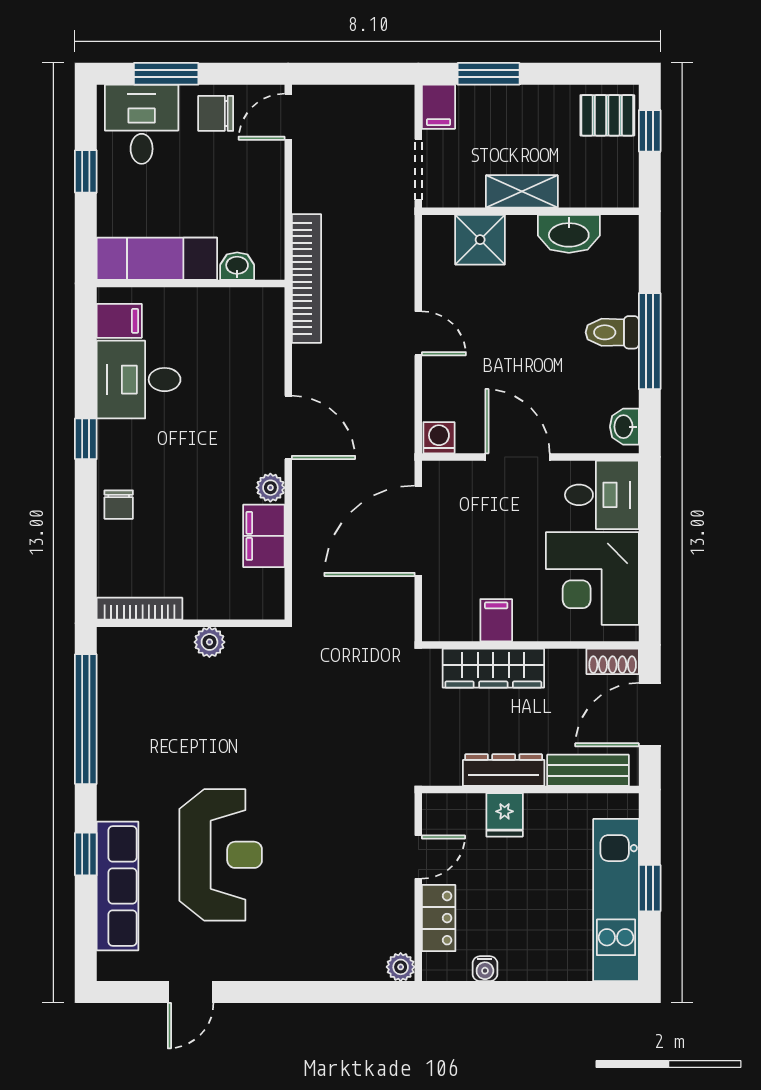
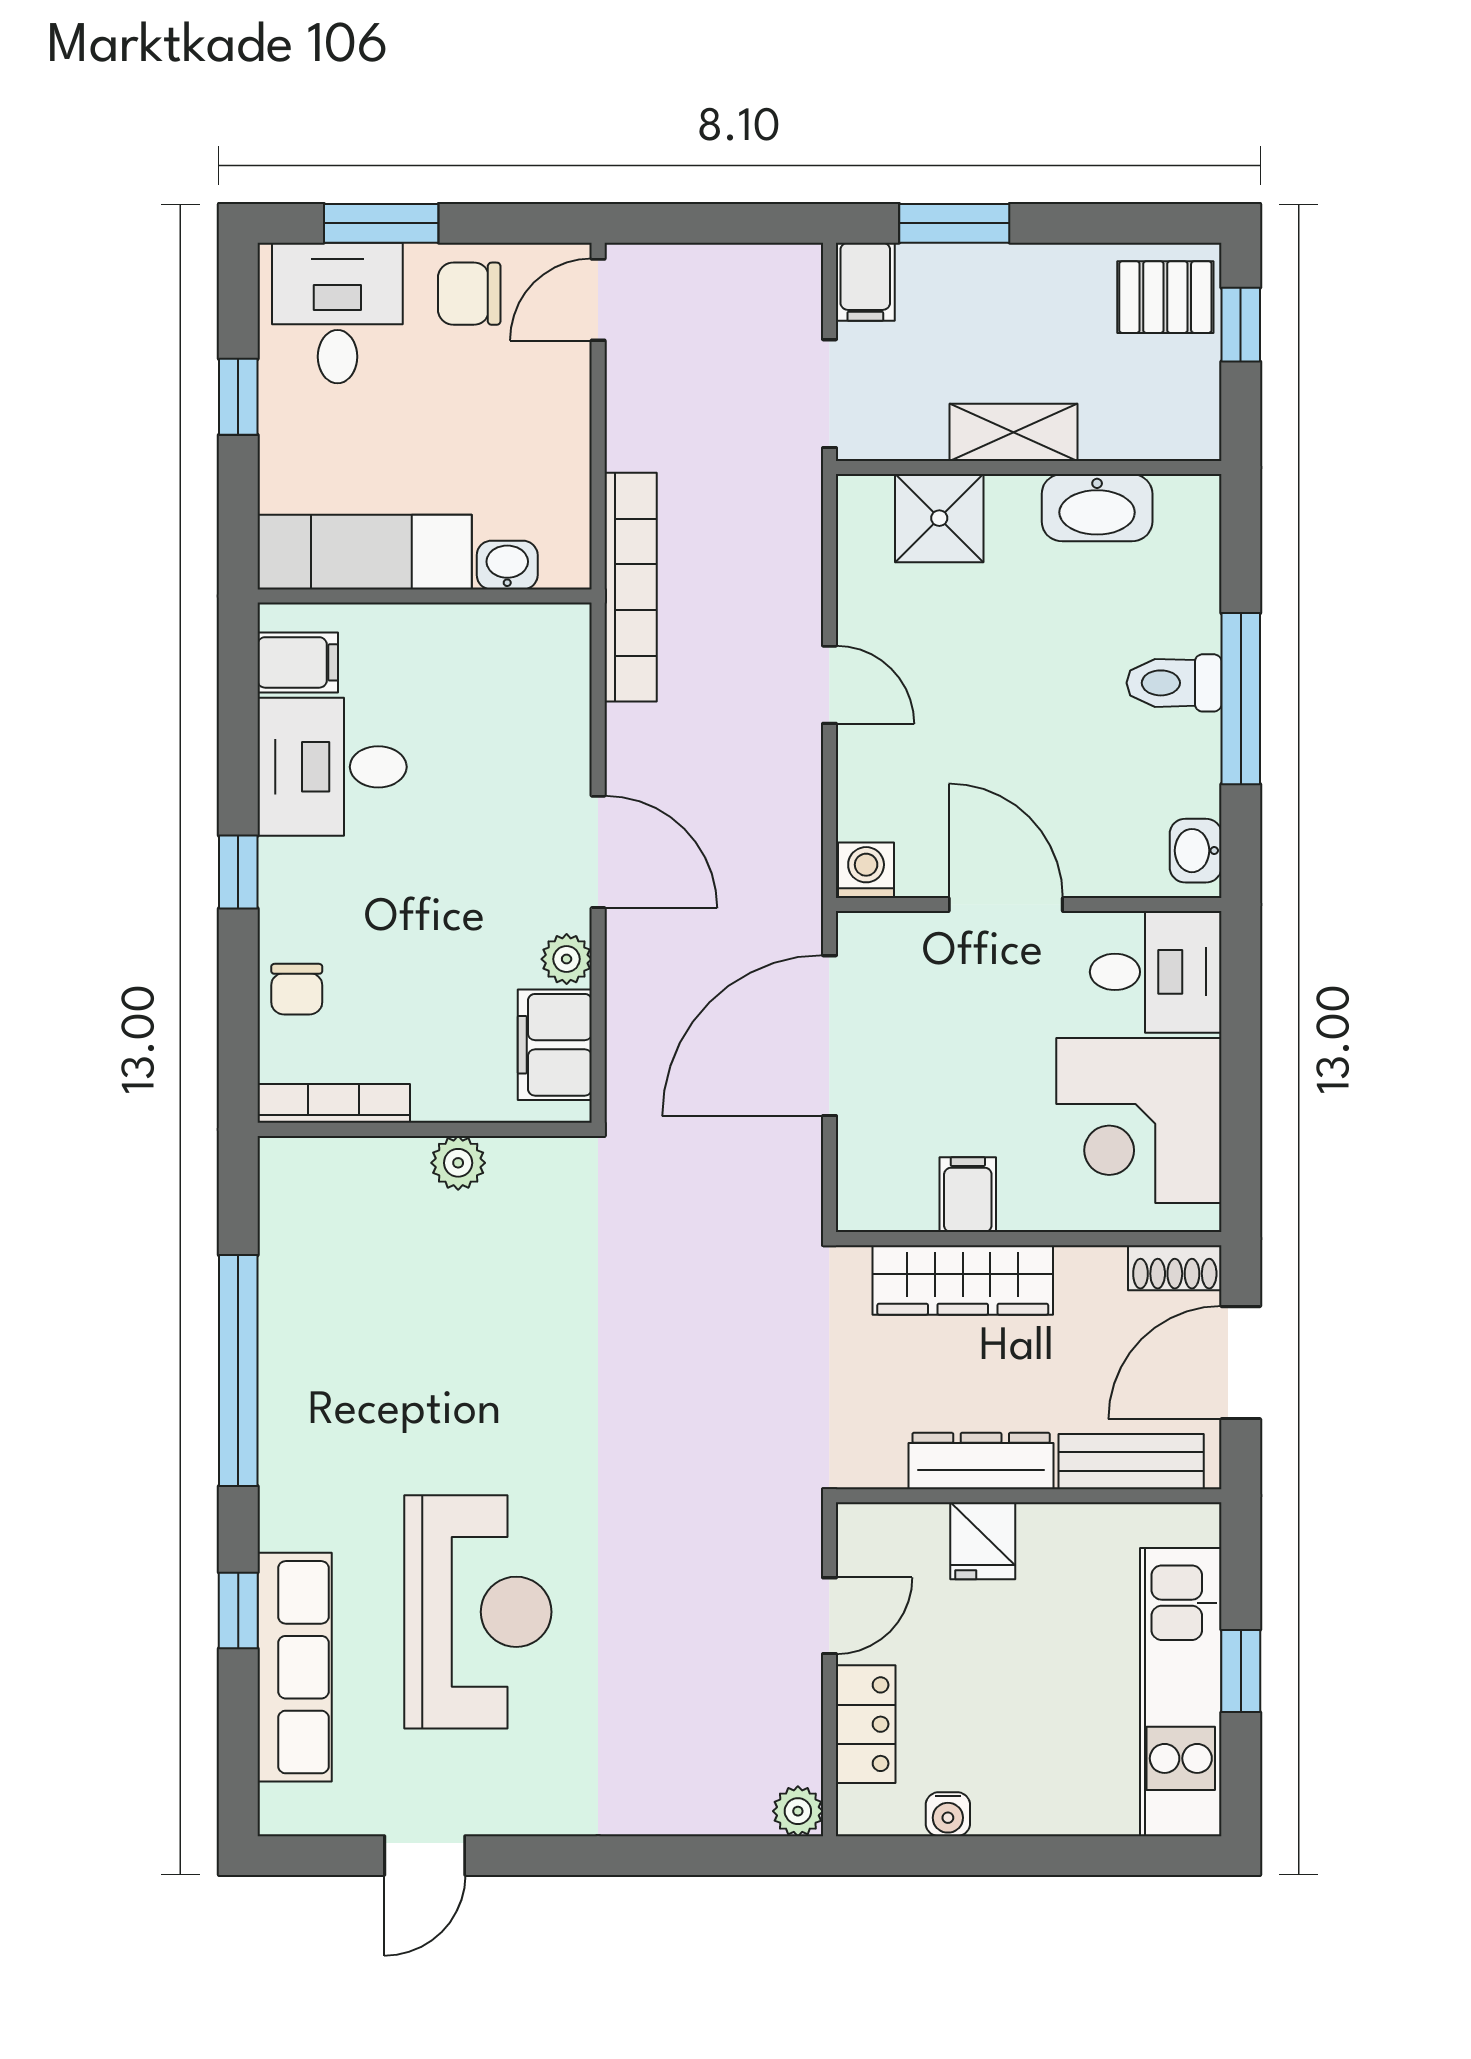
bookcase: (140, 609) -> (334, 1103), moved
wall: (191, 623) -> (425, 1129), moved
plant: (209, 642) -> (458, 1163), moved

